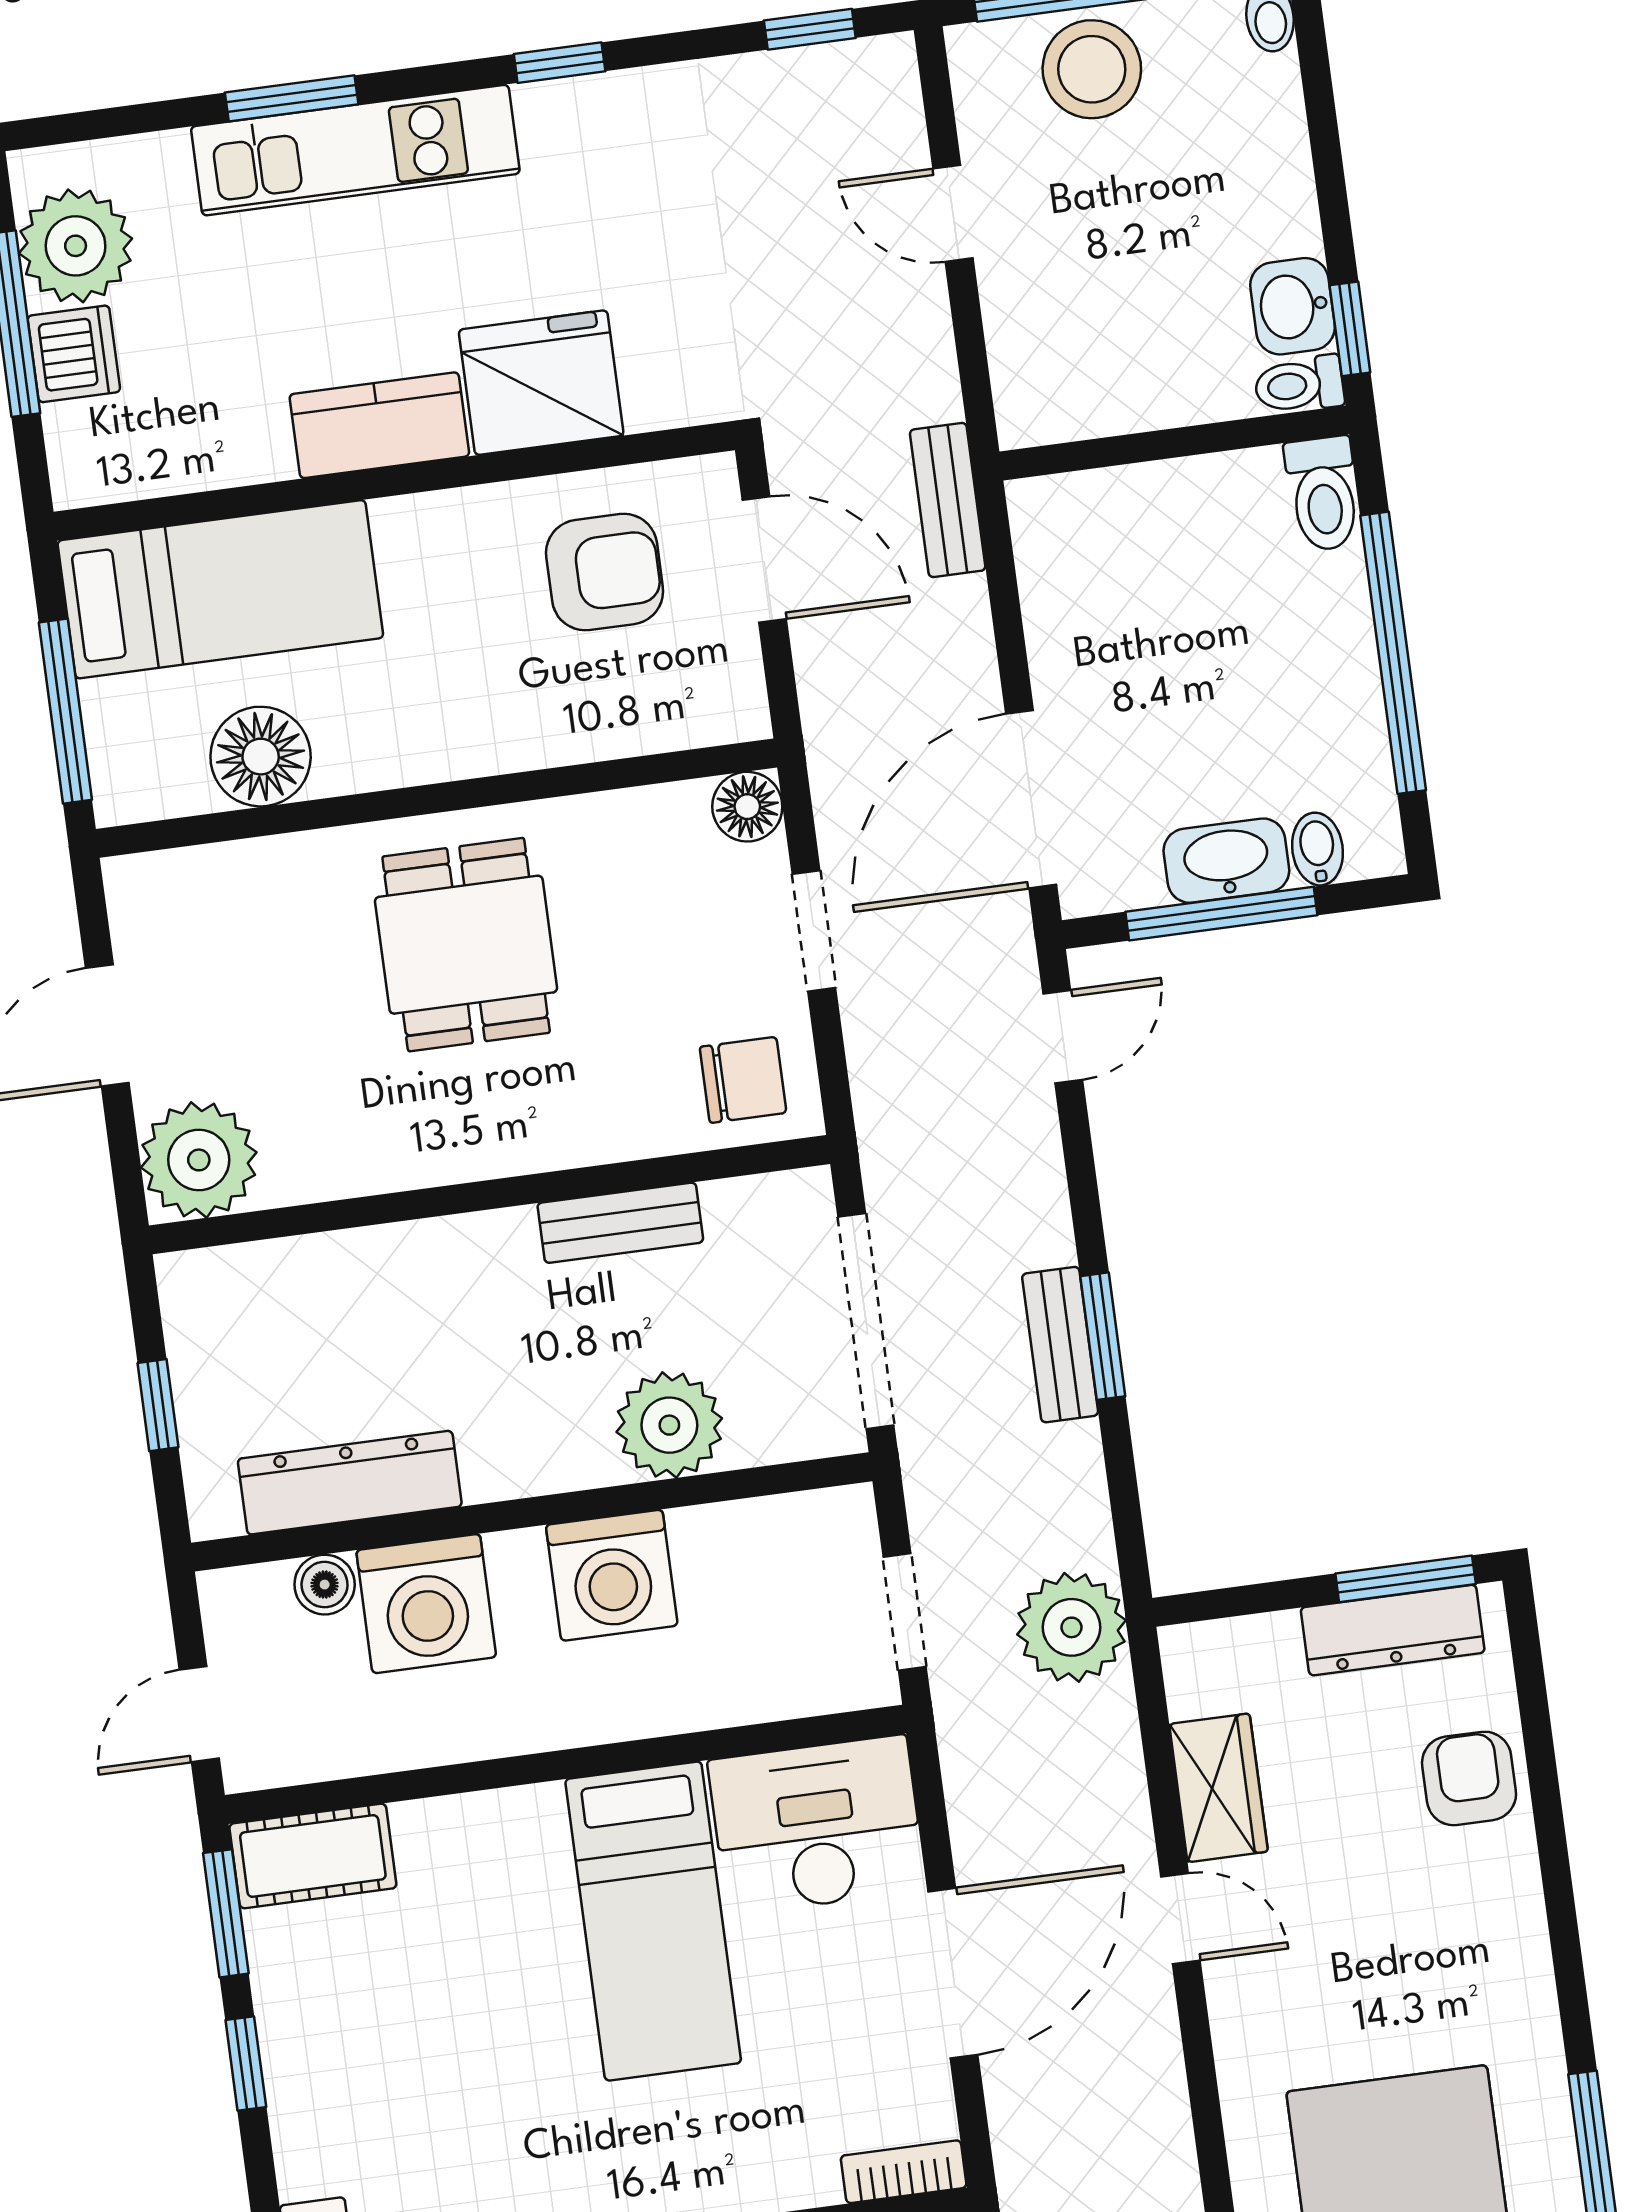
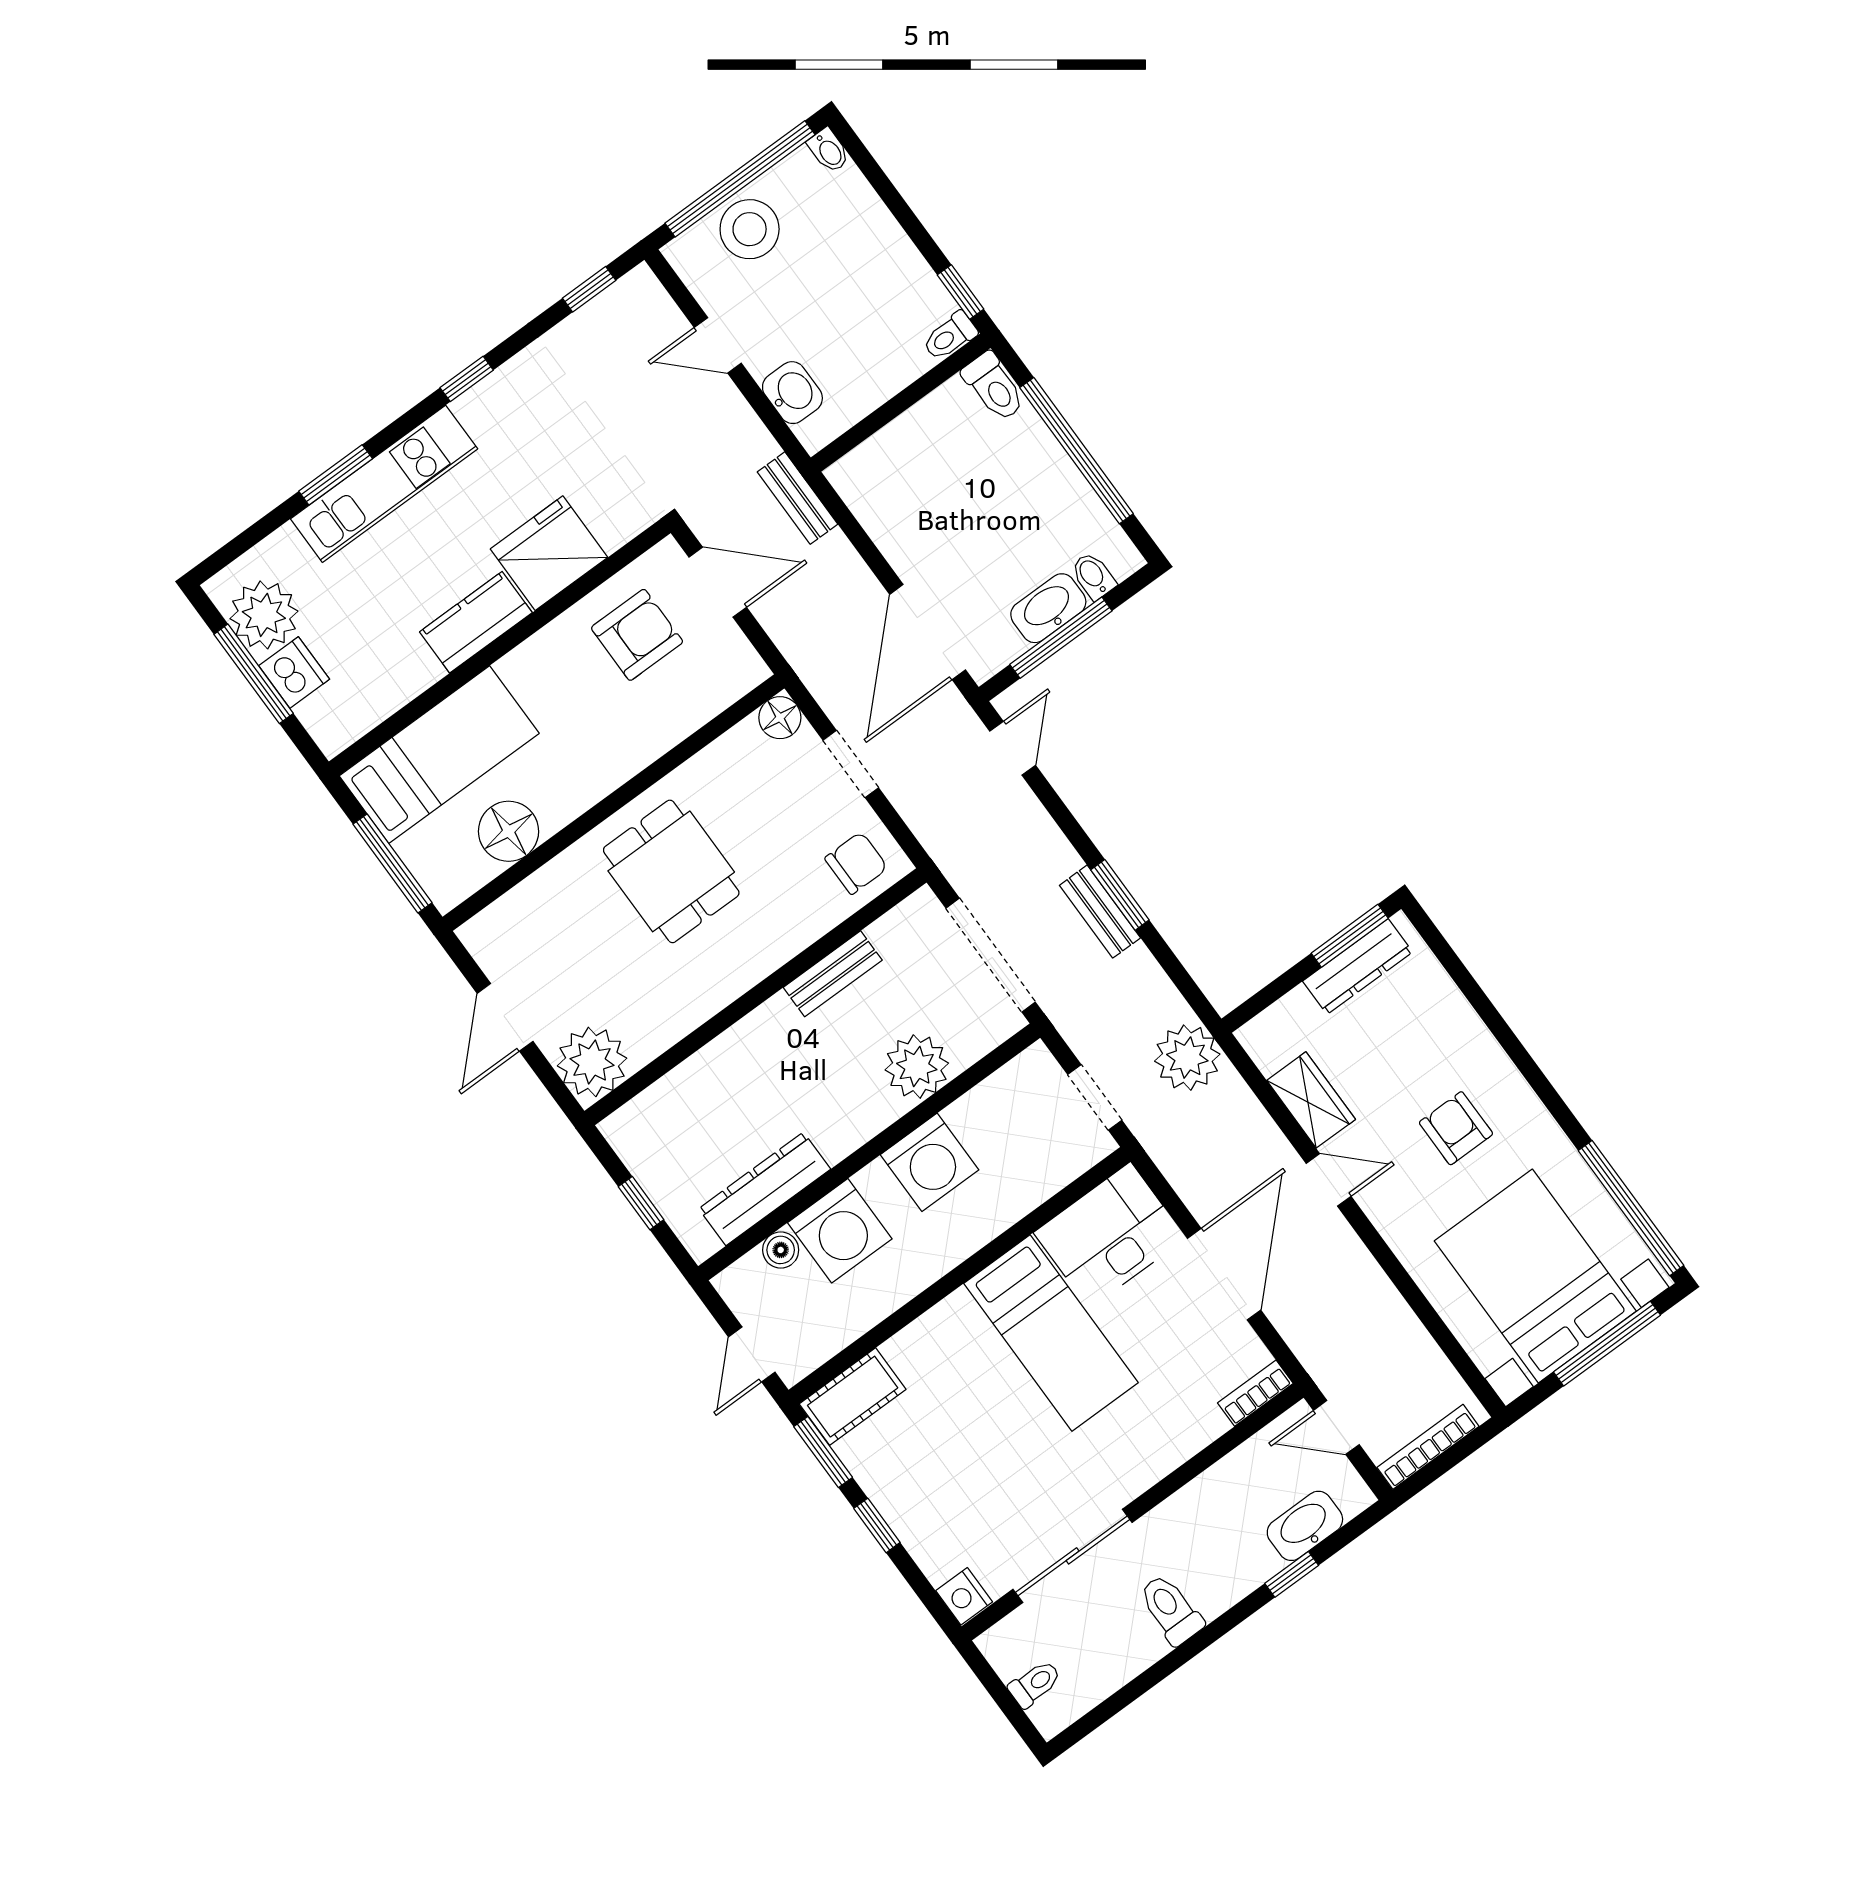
washbasin: (1293, 306) -> (792, 393), moved, turned 180
armchair: (1469, 1778) -> (1456, 1128), moved

